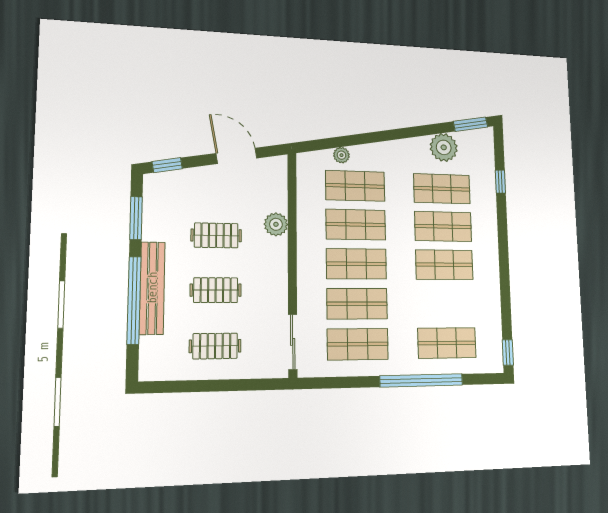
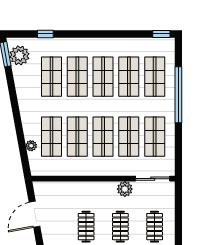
plant: (444, 147) -> (19, 55), moved
plant: (276, 224) -> (125, 189), moved
shop shelf: (446, 304) -> (129, 77), added

